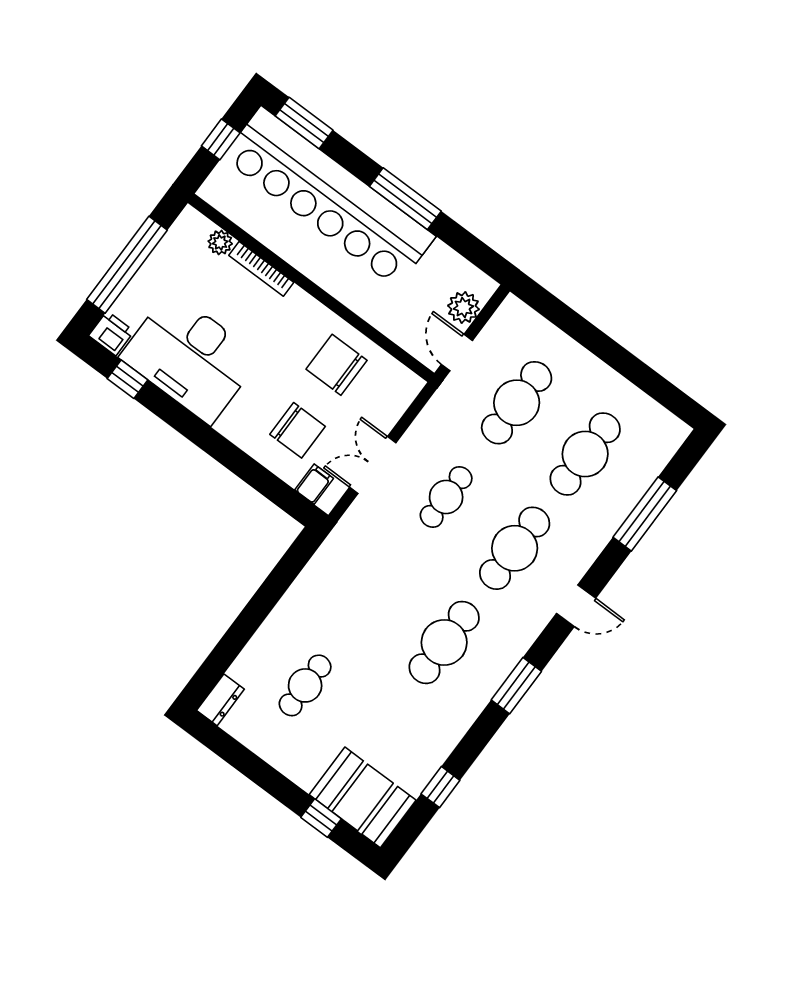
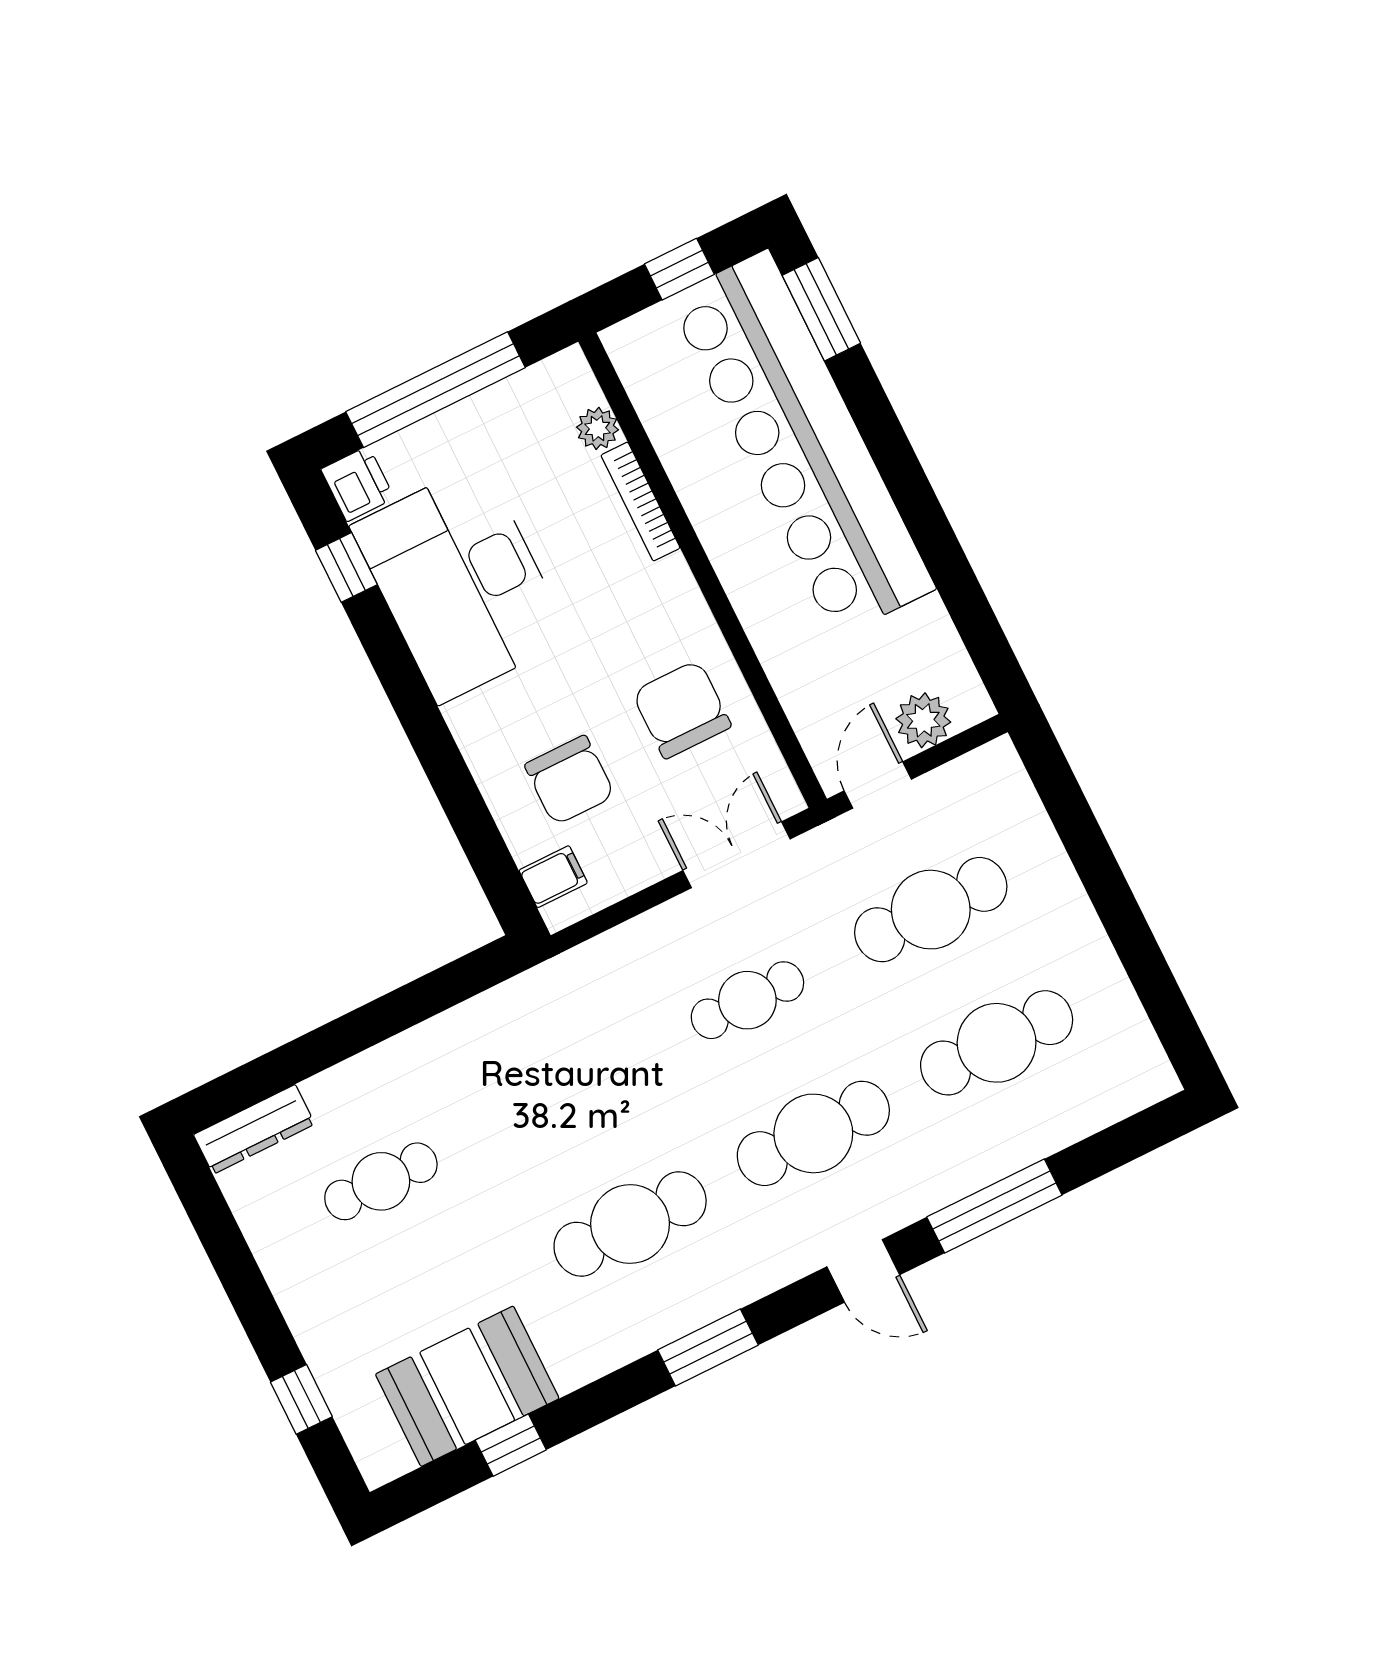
window: (405, 199) -> (919, 506), removed
double door: (373, 465) -> (736, 855), moved
window: (645, 514) -> (994, 1206), moved
dresser: (220, 700) -> (254, 1129), width x1.44
booth: (363, 797) -> (467, 1386), moved, turned 90

